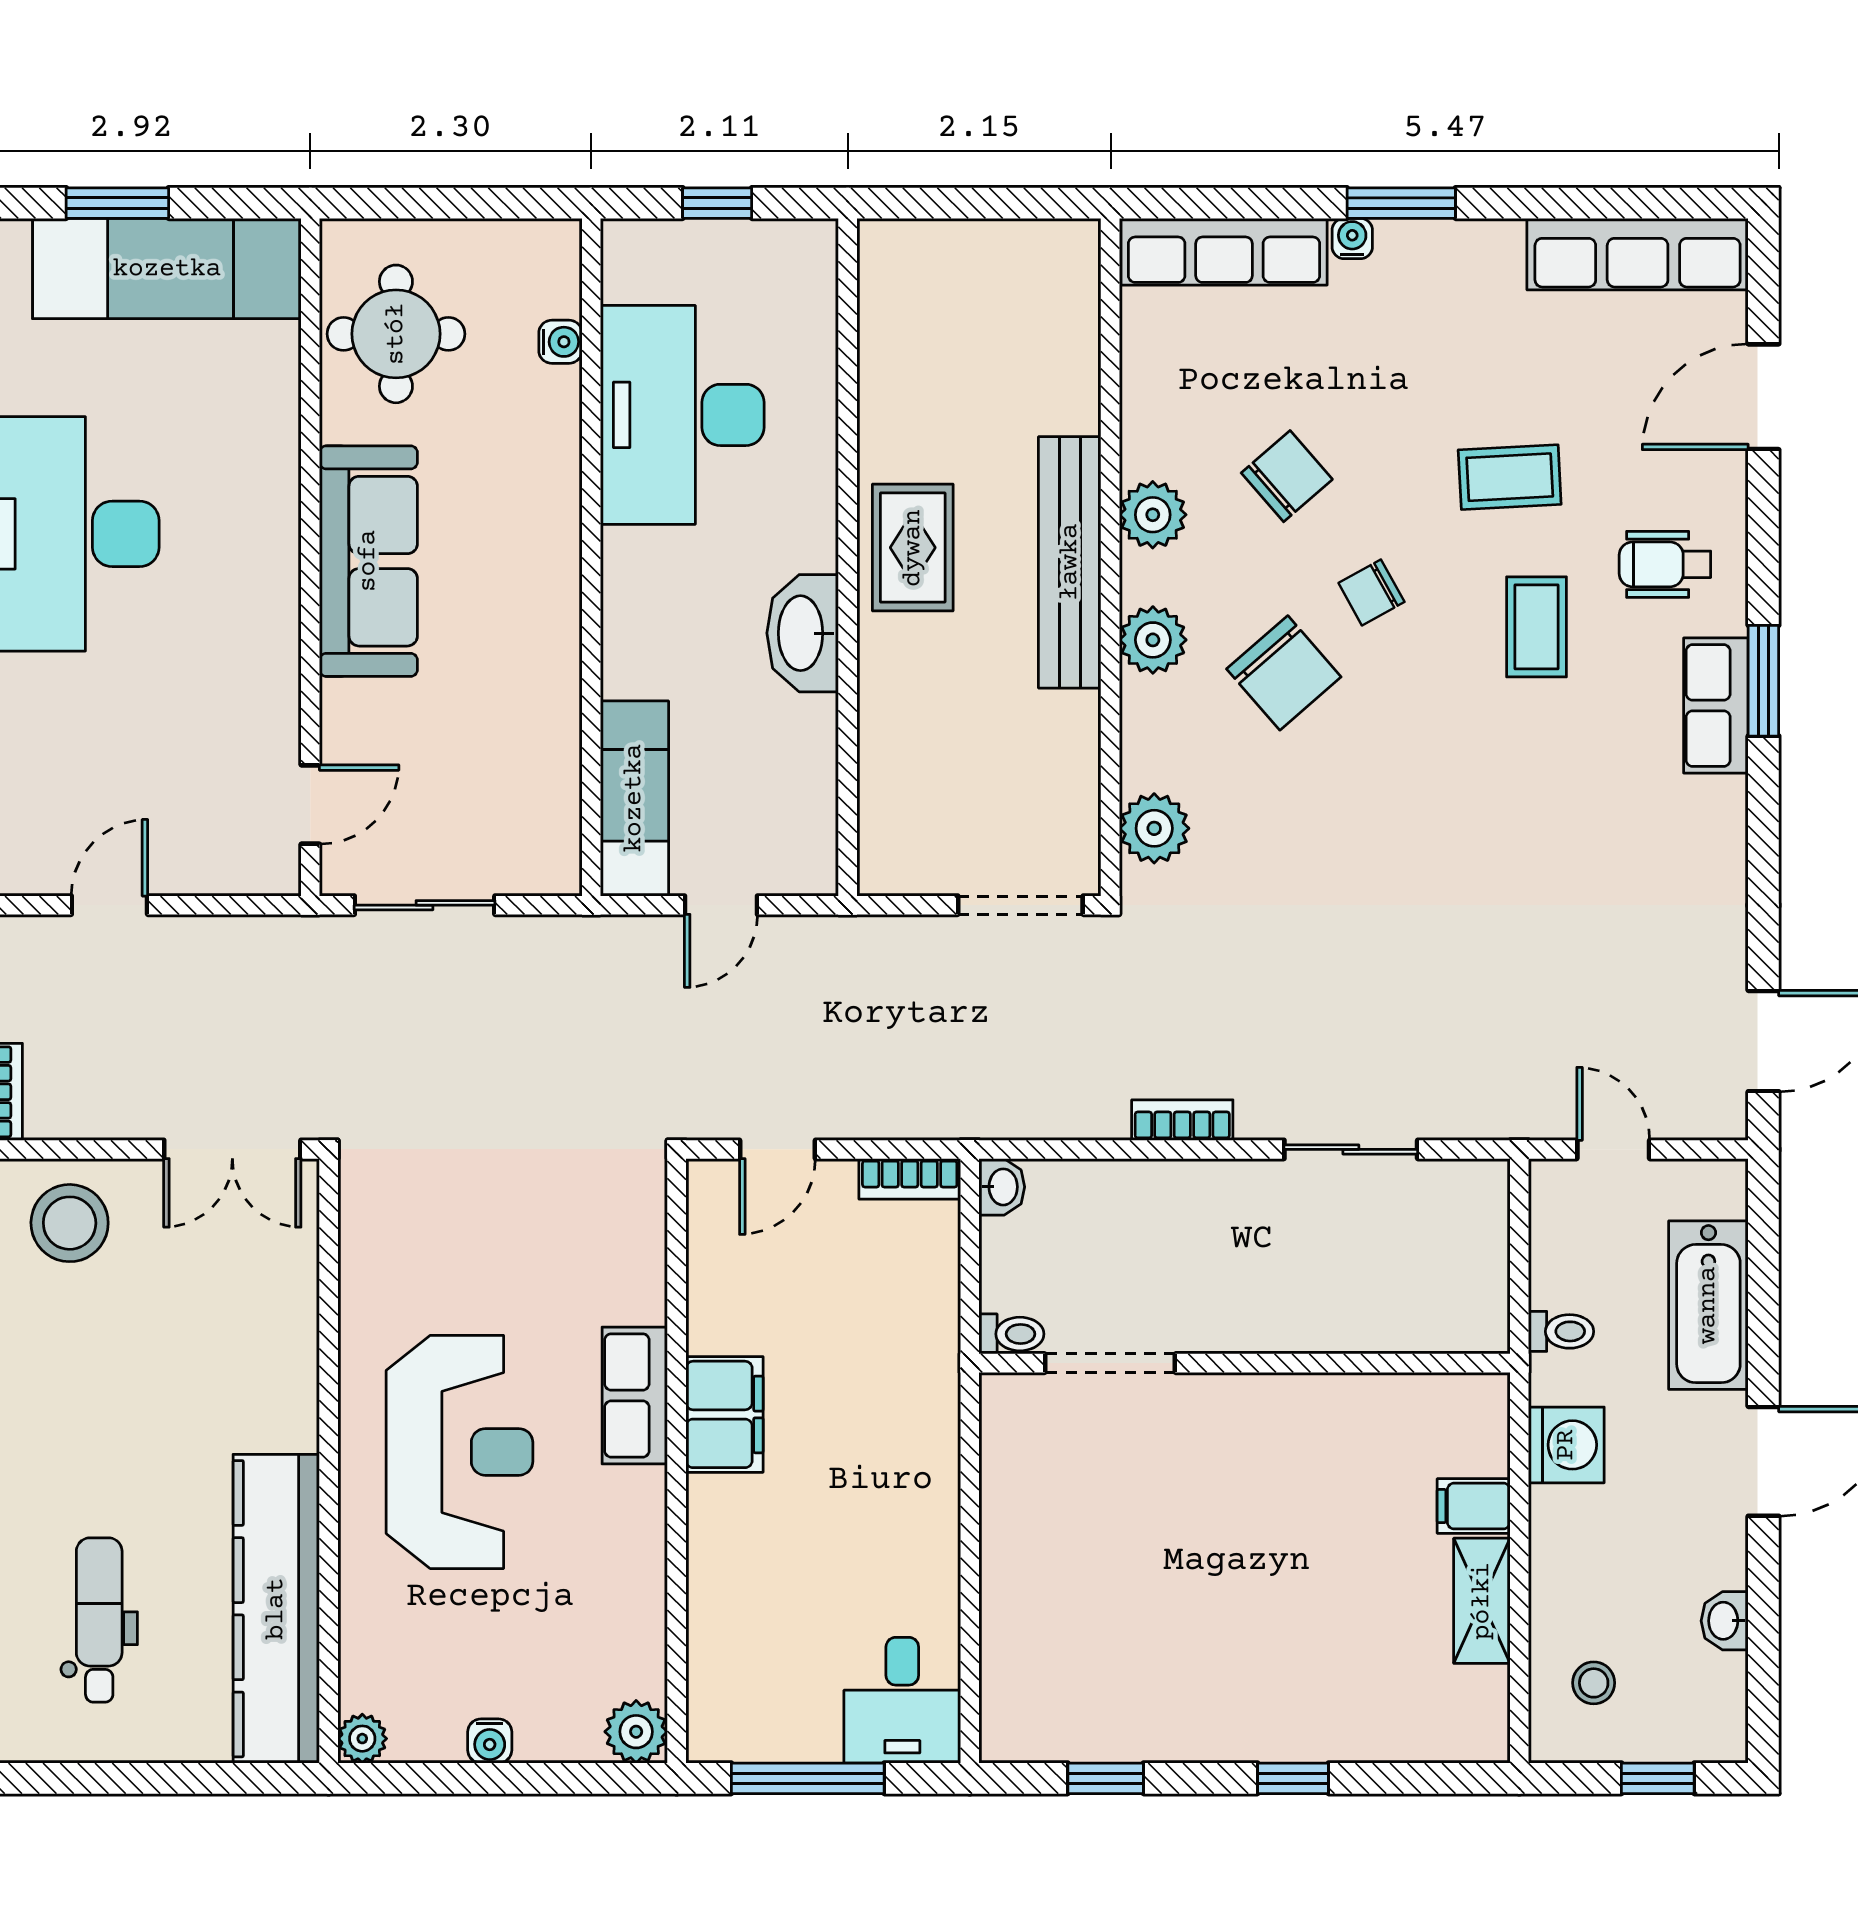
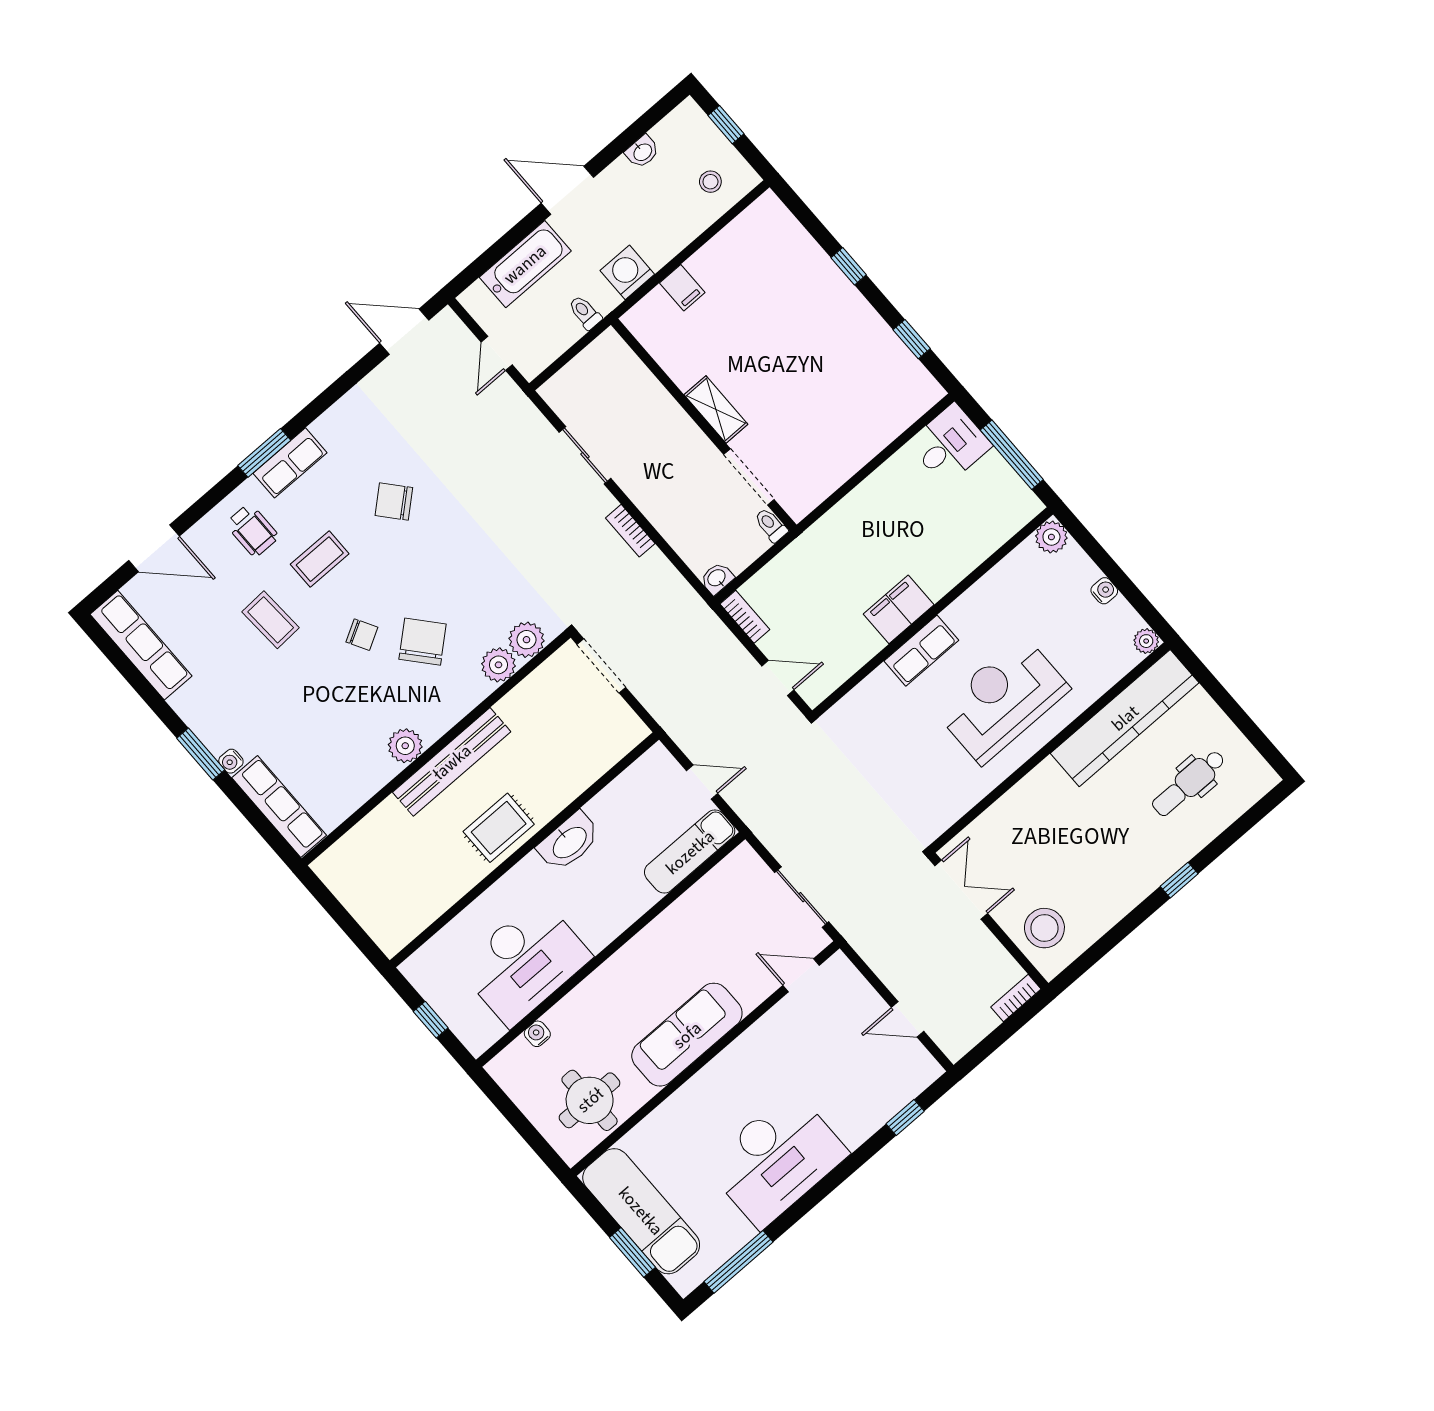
chair: (1287, 476) -> (394, 502), moved
plant: (1153, 640) -> (499, 665), moved
shelving: (1482, 1601) -> (716, 410), moved, turned 90

